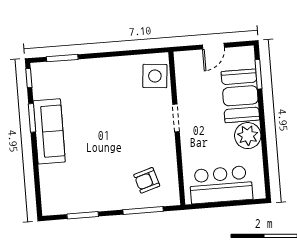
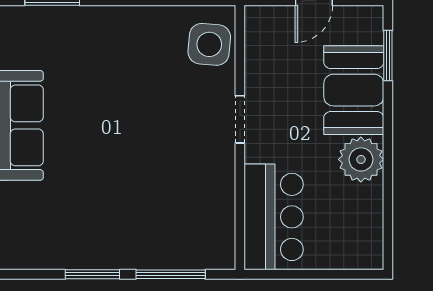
armchair: (147, 180) -> (181, 223), removed
bar counter: (221, 185) -> (274, 217), moved, turned 90
window: (83, 215) -> (92, 274), moved

